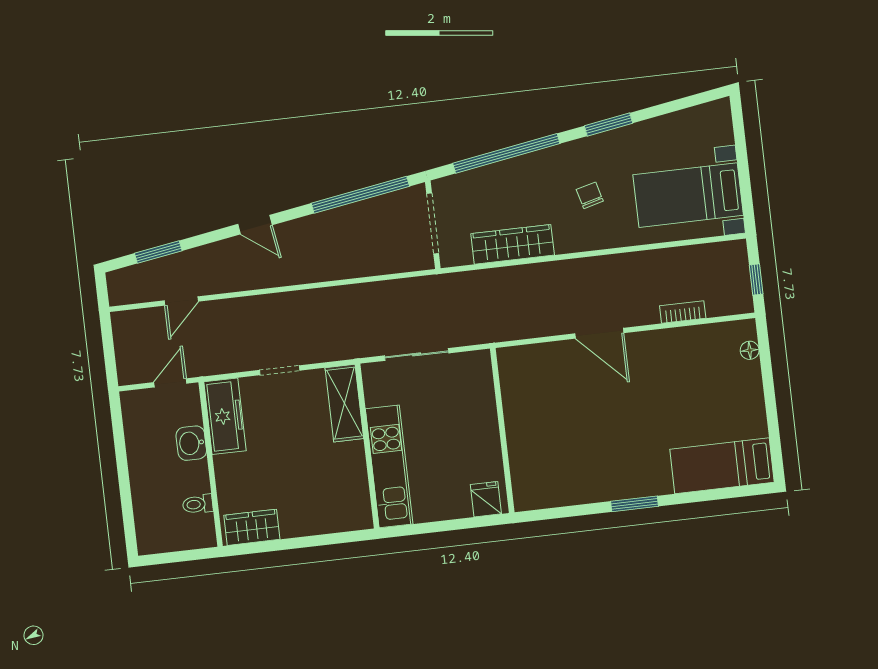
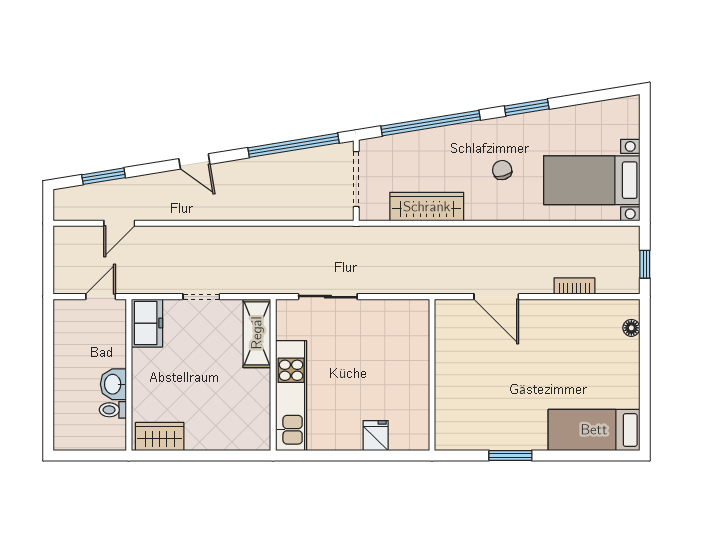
freezer: (225, 416) -> (147, 323), width x0.71
wall: (502, 430) -> (432, 375), moved
washbasin: (191, 443) -> (113, 384), moved

